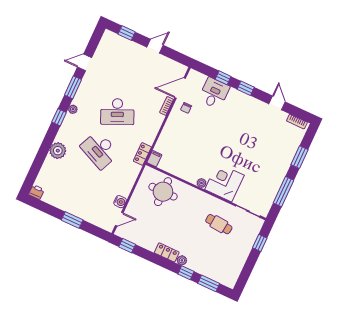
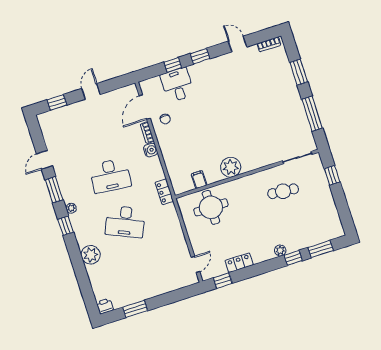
desk: (117, 112) -> (110, 176), turned 30
filing cabinet: (154, 159) -> (199, 180), moved
corner desk: (224, 182) -> (255, 152), removed
plant: (201, 183) -> (231, 167), width x1.87, depth x1.87
water cooler: (120, 202) -> (151, 150), moved
window: (72, 220) -> (135, 309), moved
locker: (167, 252) -> (239, 263), moved

